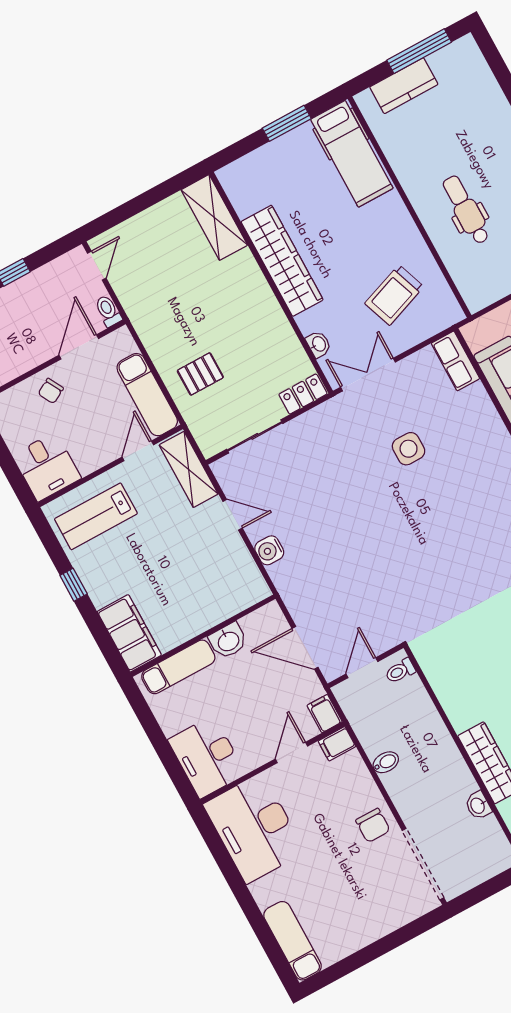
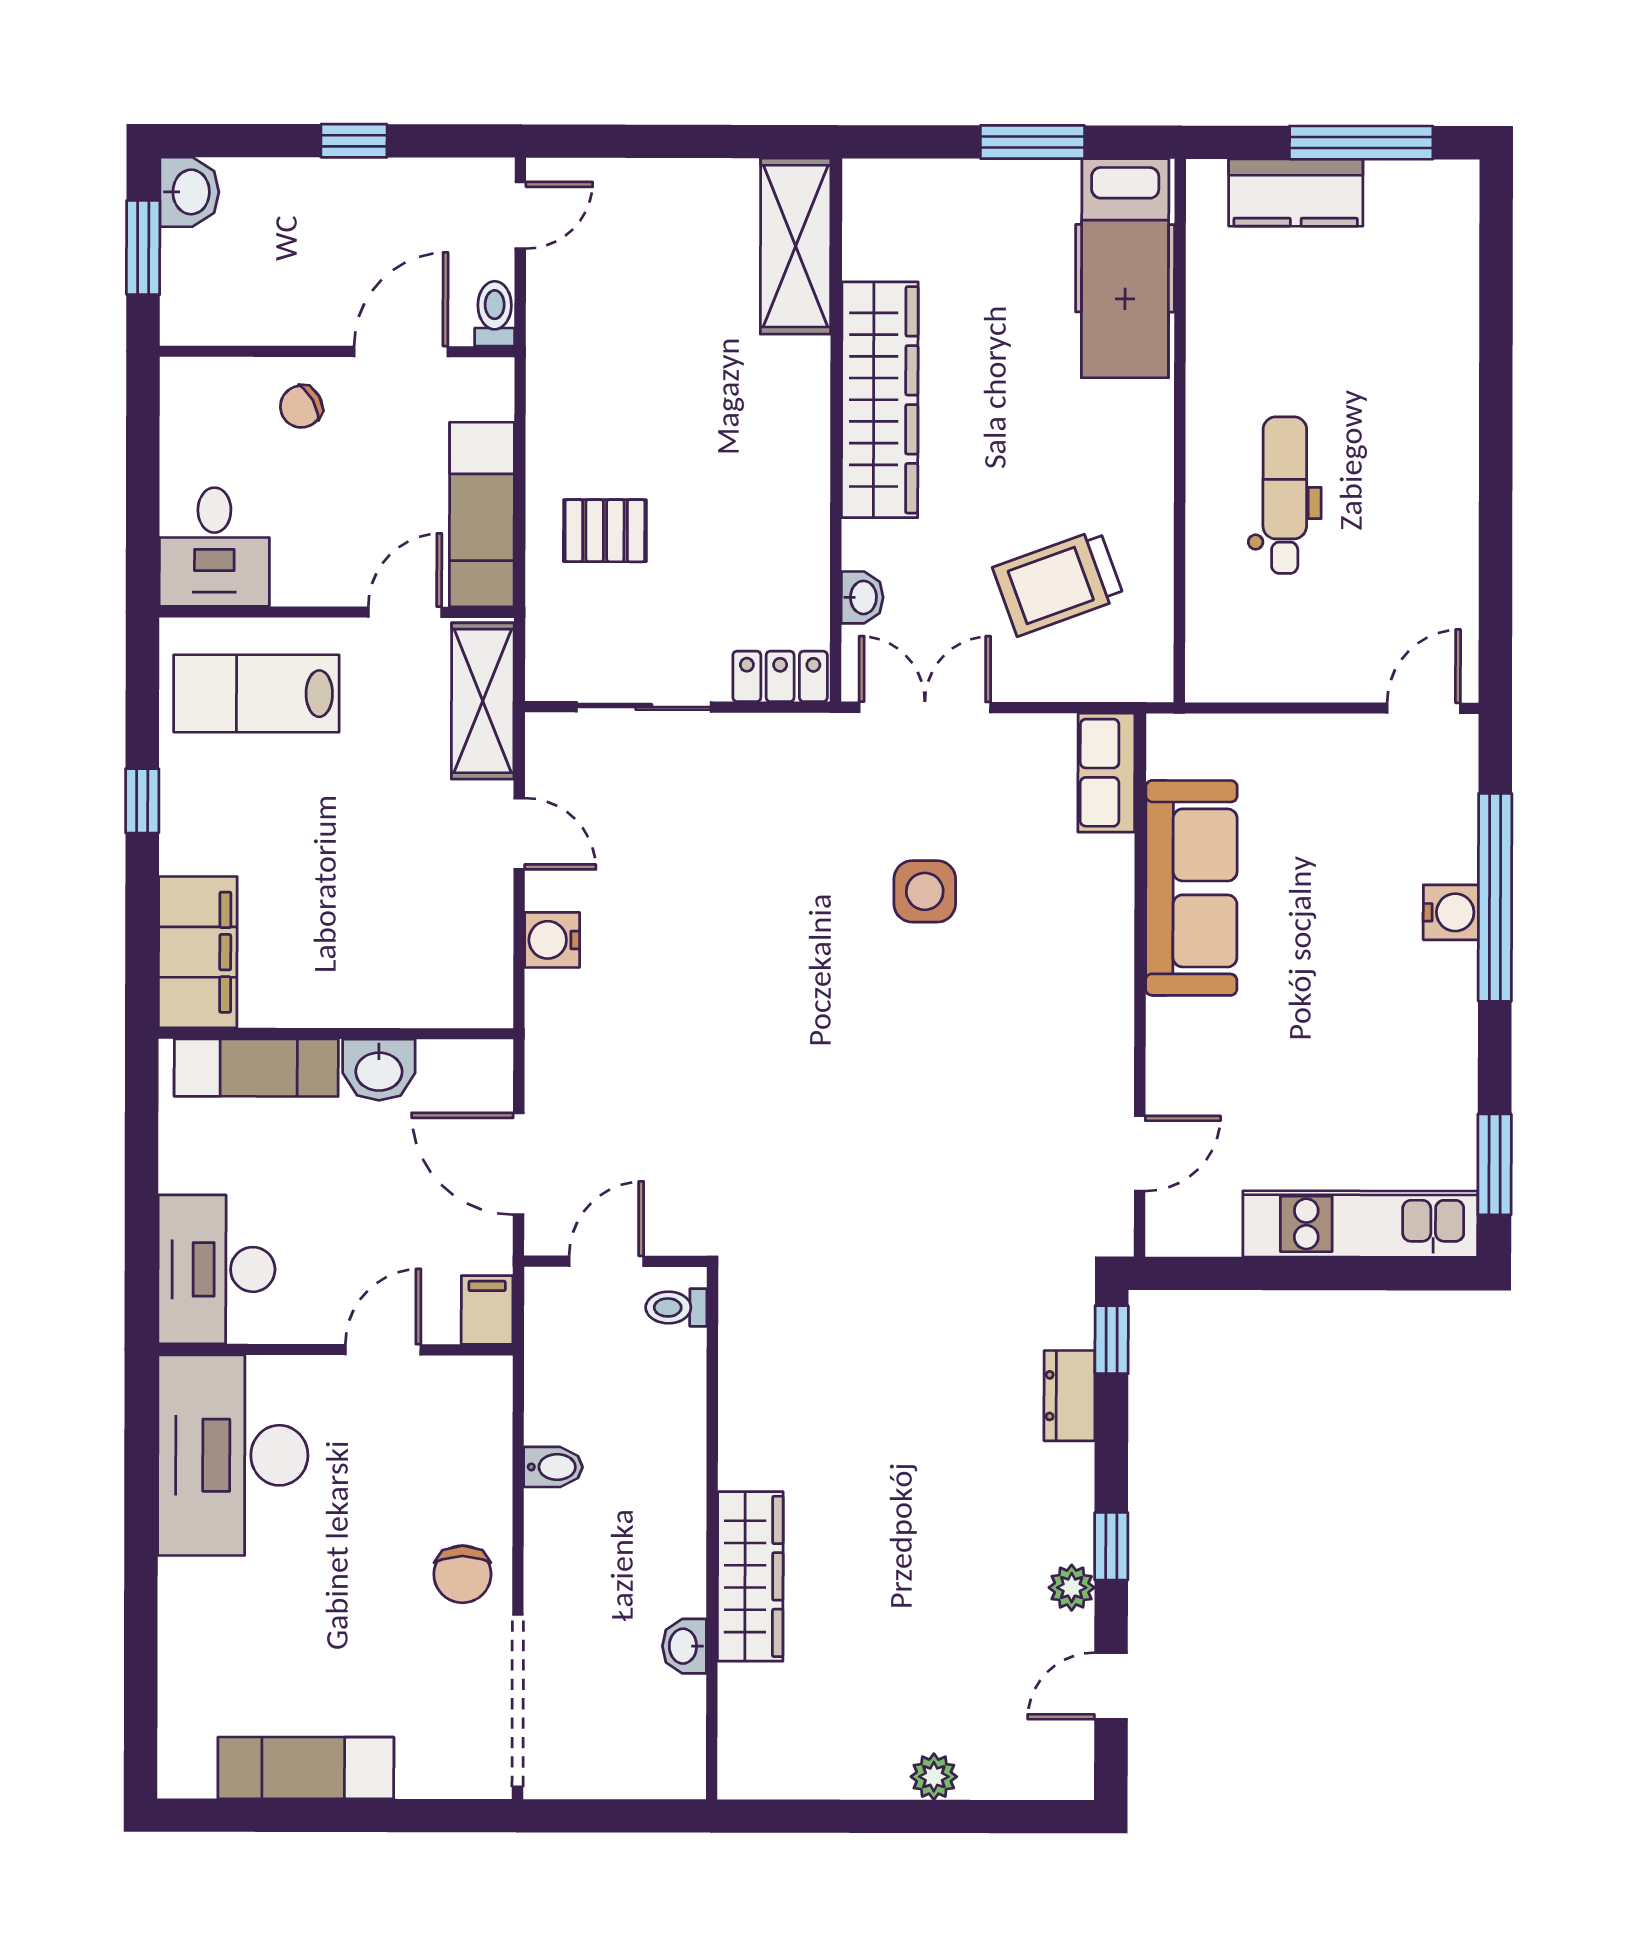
filing cabinet: (337, 744) -> (479, 1381), removed
exam couch: (293, 941) -> (306, 1768), moved, turned -90

